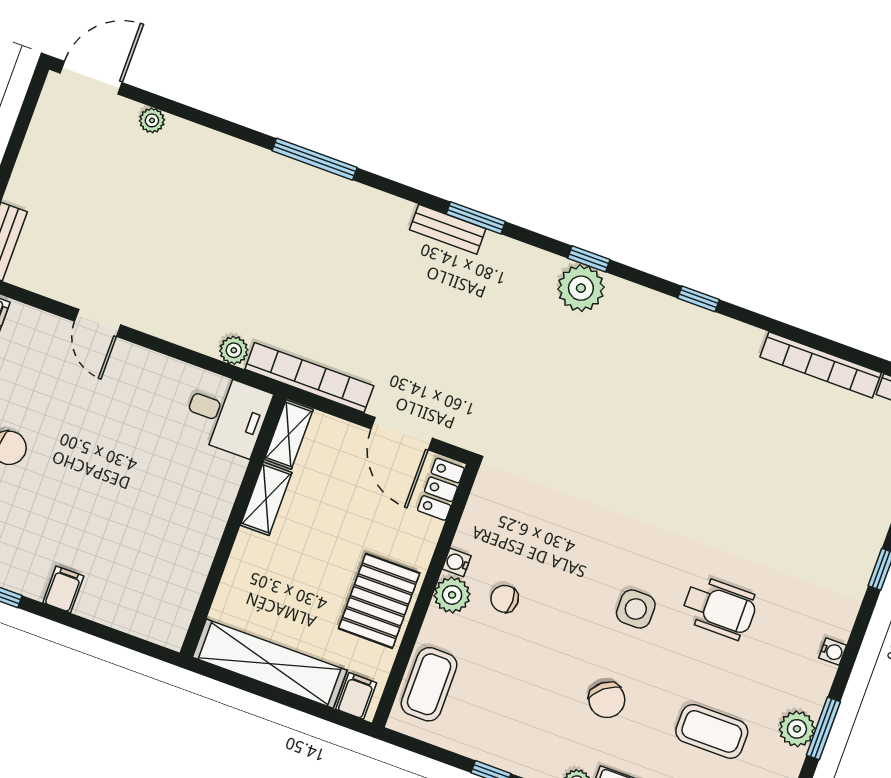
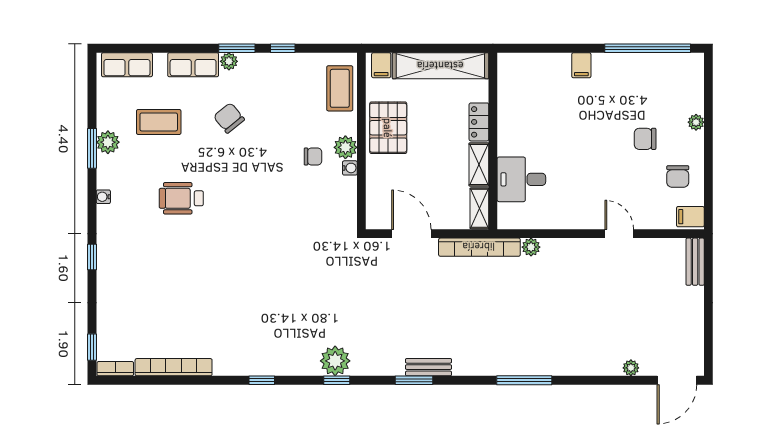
desk: (227, 414) -> (521, 179), moved
locker: (441, 489) -> (479, 122), moved, turned 180
side table: (636, 609) -> (232, 179), removed

